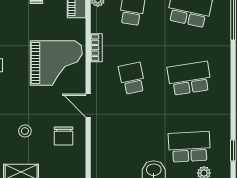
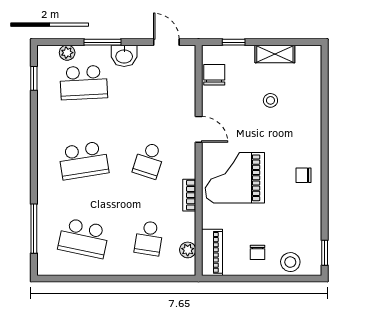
school desk: (132, 78) -> (149, 160), turned 30
chair: (64, 136) -> (214, 75), moved

